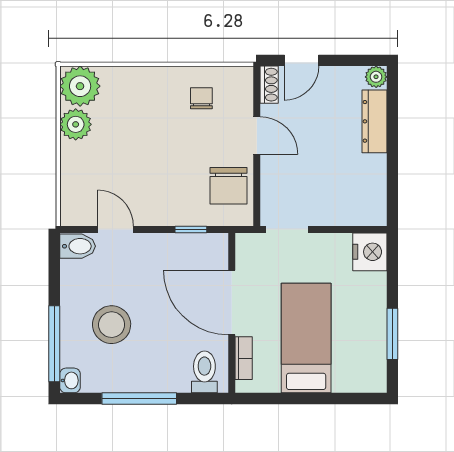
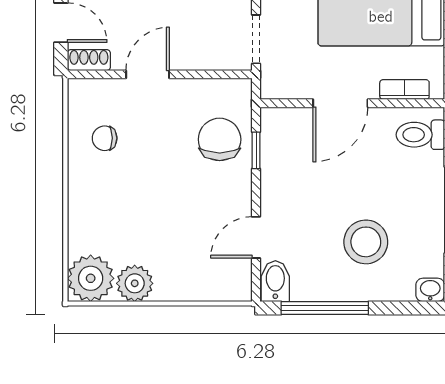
chair: (228, 186) -> (220, 139), moved, turned -90
door: (232, 303) -> (340, 103), width x0.73
window: (54, 344) -> (325, 308), moved

